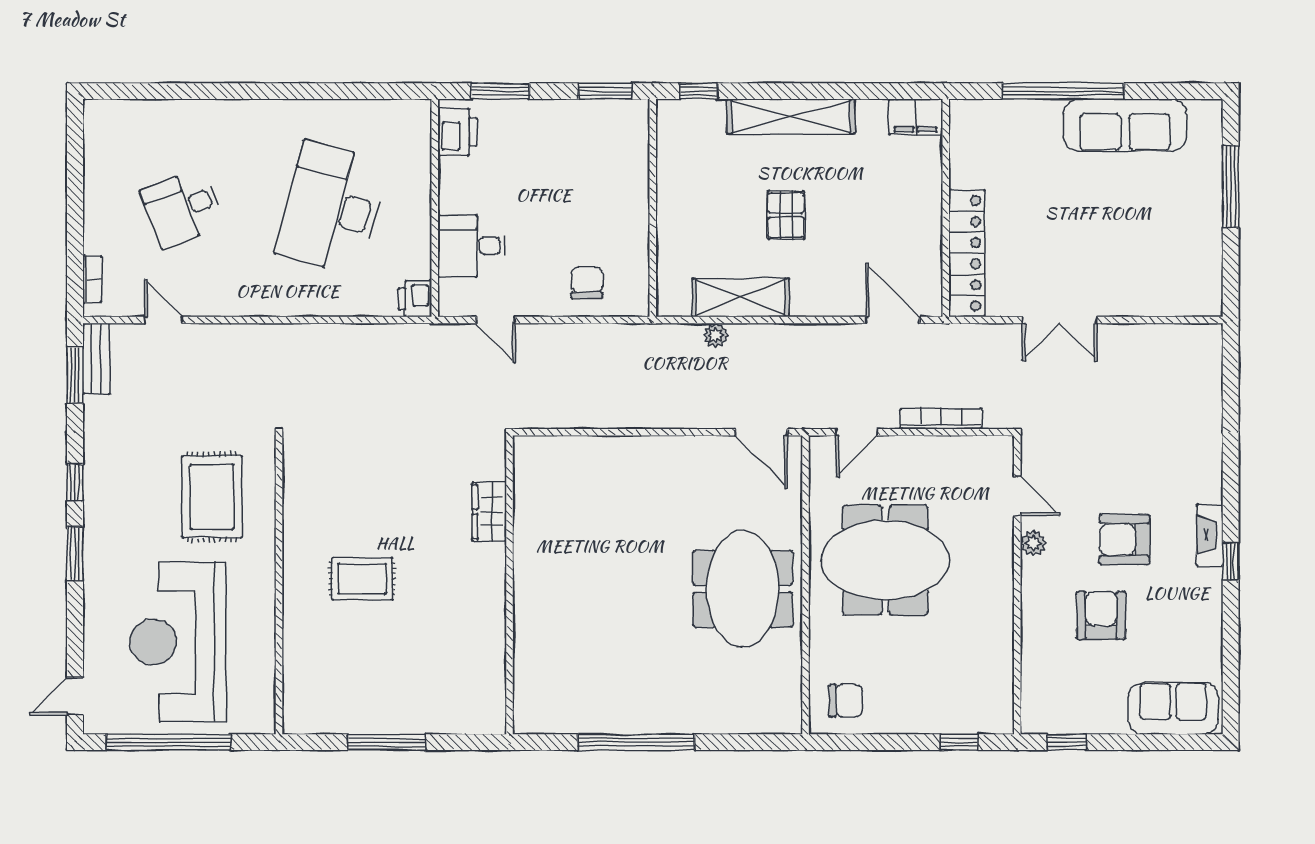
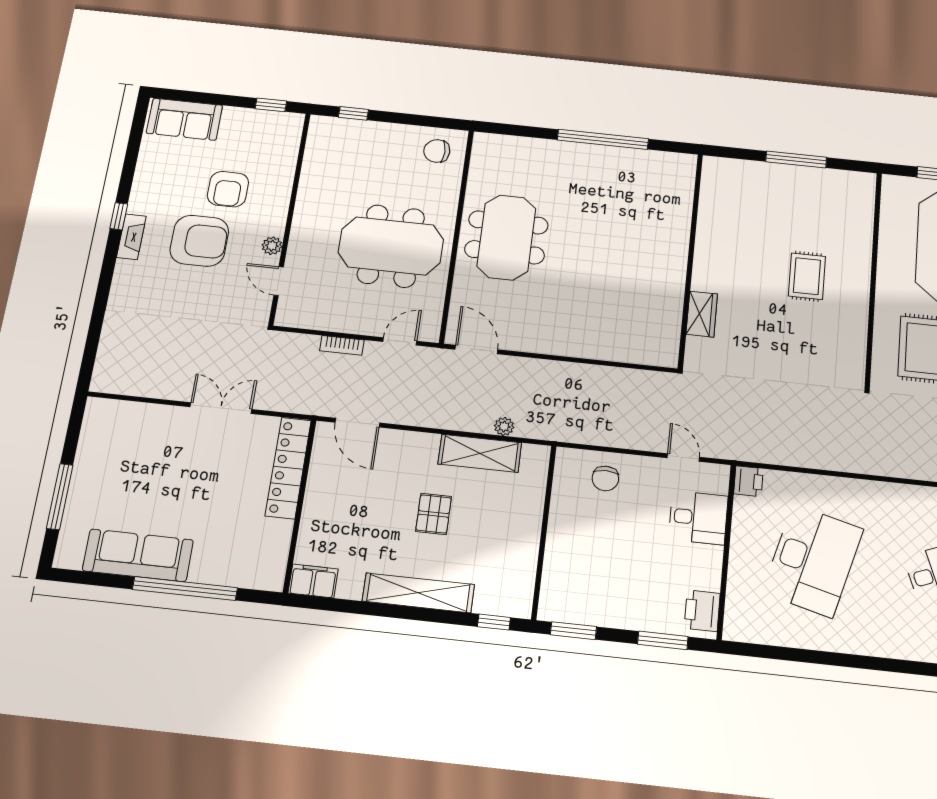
bookcase: (941, 419) -> (342, 345), width x0.64
armchair: (1124, 540) -> (199, 241), width x1.36, depth x1.36
rug: (362, 579) -> (807, 276), turned 90

